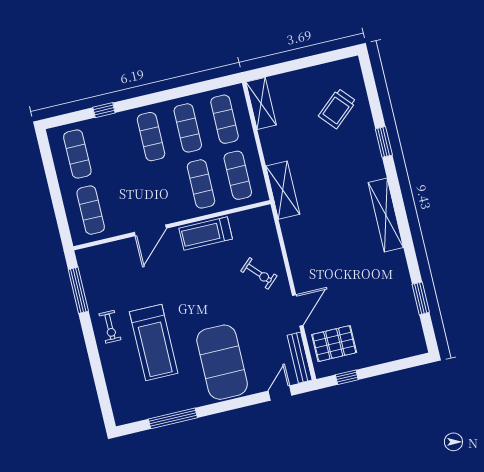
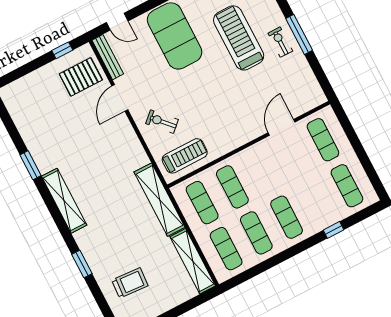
shelving: (261, 104) -> (193, 261), width x1.47
trolley: (337, 109) -> (130, 283), turned 45
shelving: (283, 190) -> (160, 200), width x1.47
door: (150, 230) -> (281, 127), moved
treadmill: (206, 234) -> (185, 156), moved
window: (78, 290) -> (299, 34), moved
window: (421, 298) -> (31, 165), moved
door: (280, 393) -> (117, 22), hinge flipped

